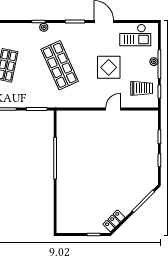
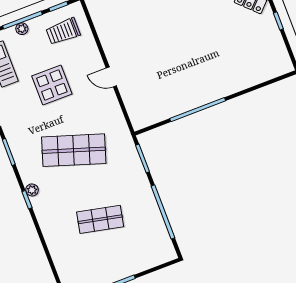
shop shelf: (60, 65) -> (74, 150), turned 42
trolley: (142, 88) -> (63, 31), turned -90
door: (113, 109) -> (111, 77), moved

